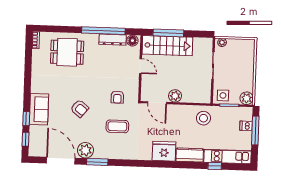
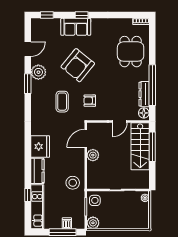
armchair: (80, 108) -> (78, 65), width x1.88, depth x1.88
window: (26, 119) -> (82, 15), moved
door: (61, 161) -> (28, 49), width x0.53

